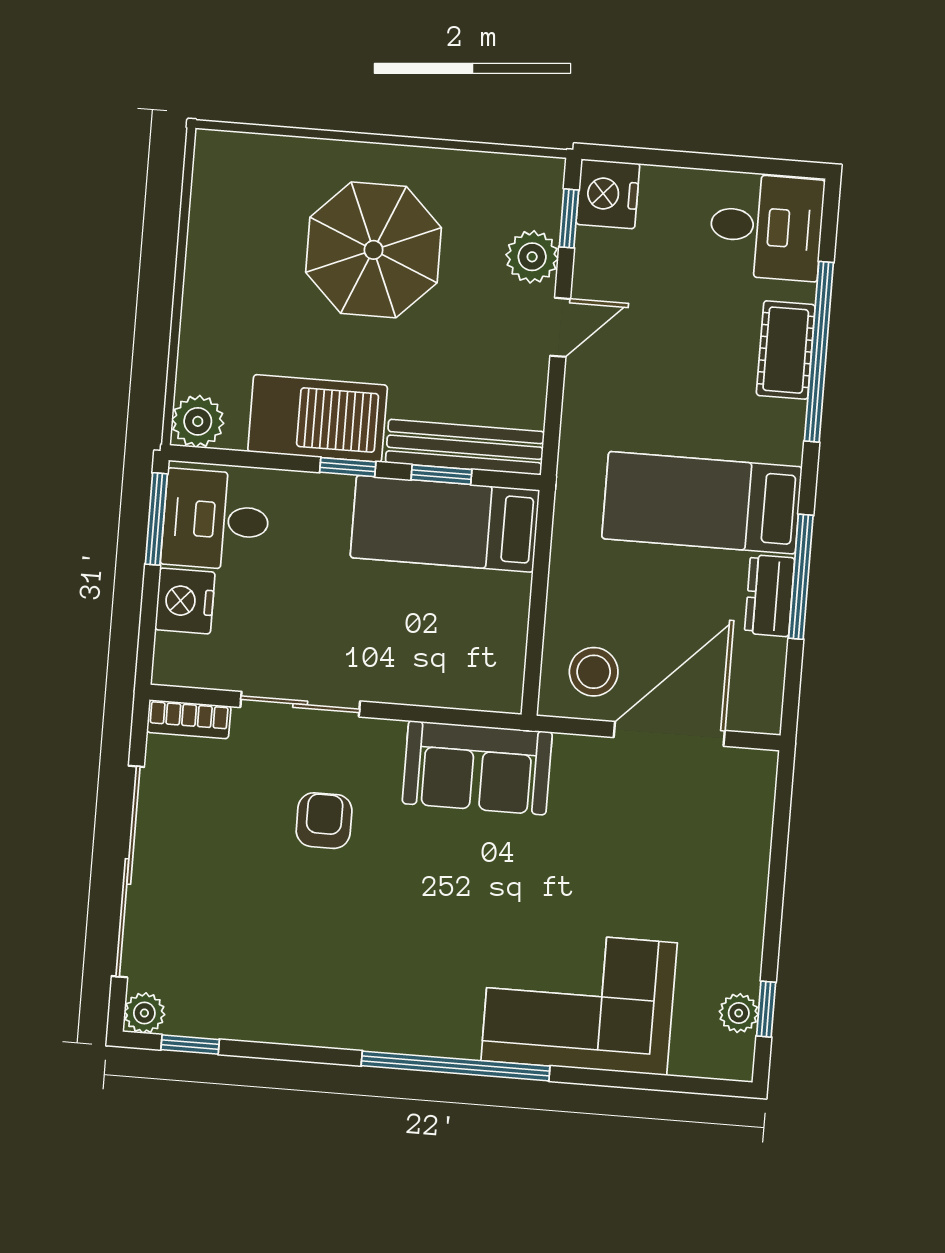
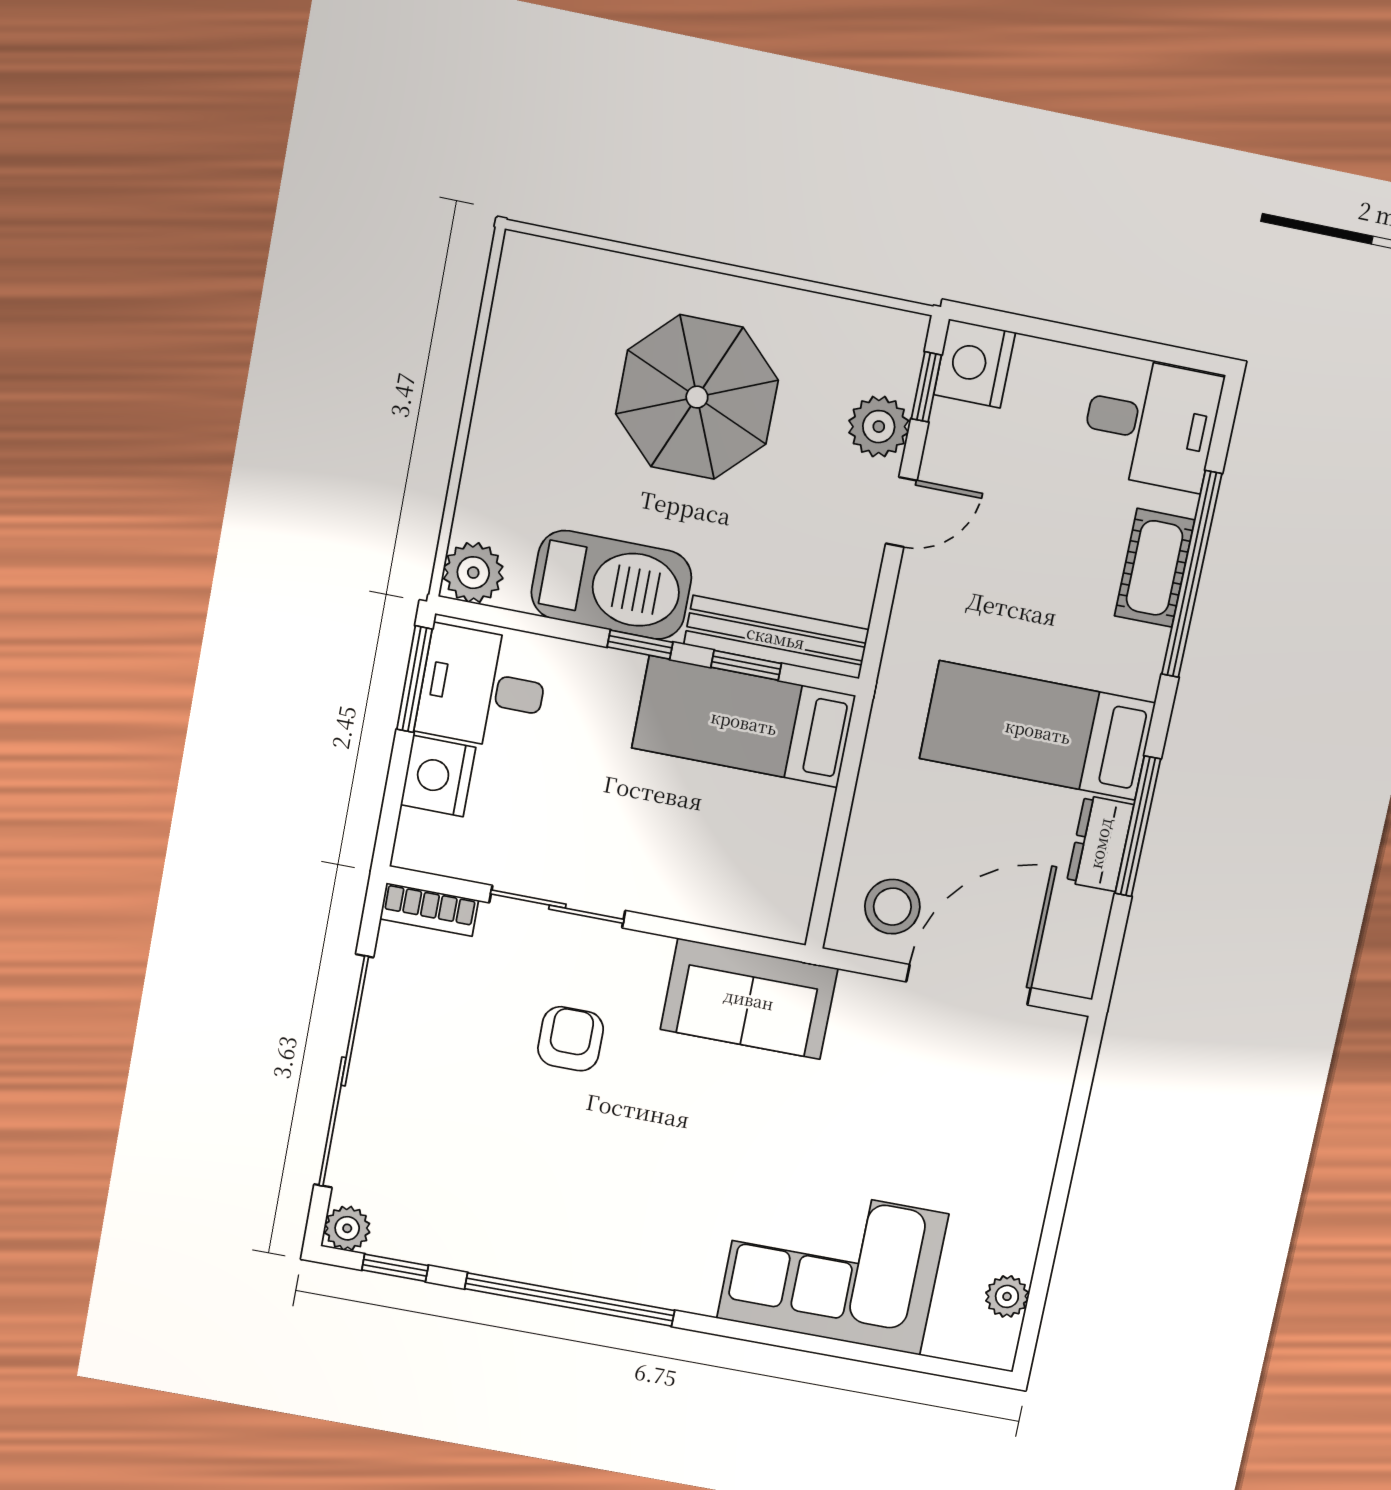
window: (766, 1009) -> (1038, 1295), removed
window: (456, 1066) -> (570, 1300), moved

